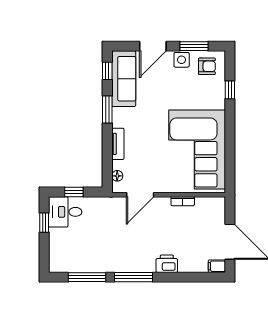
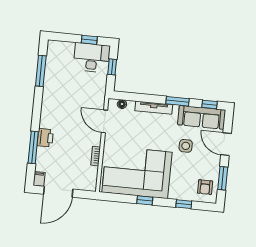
side table: (182, 60) -> (186, 146), moved
window: (230, 137) -> (145, 200), added
tv unit: (118, 144) -> (154, 108), width x1.41
desk: (65, 212) -> (92, 58), width x1.37
window: (133, 277) -> (33, 147), moved

